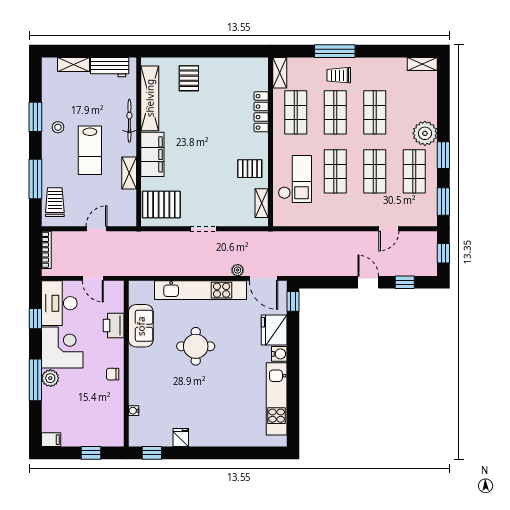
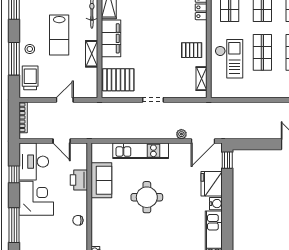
stool: (58, 127) -> (30, 49), moved
door: (263, 278) -> (203, 141), hinge flipped
kitchen unit: (200, 290) -> (141, 151), width x0.73
plant: (50, 378) -> (26, 224), removed

